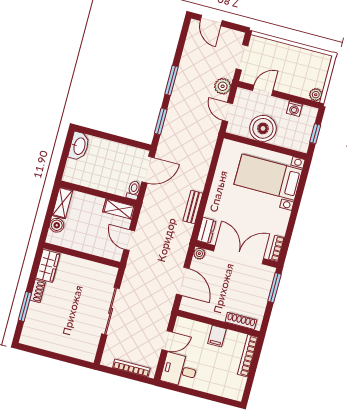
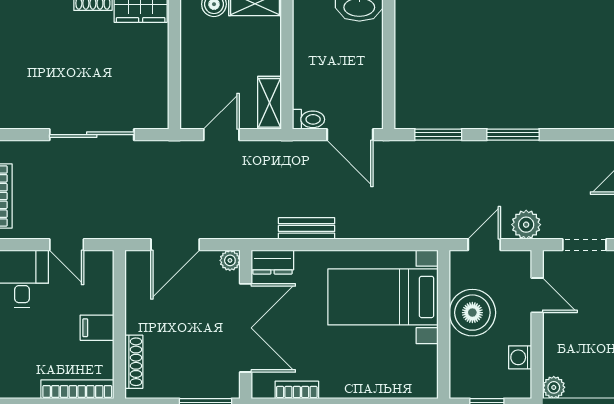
bed with nightstands: (268, 177) -> (383, 297), moved, turned -90
bookcase: (277, 248) -> (297, 390), moved

